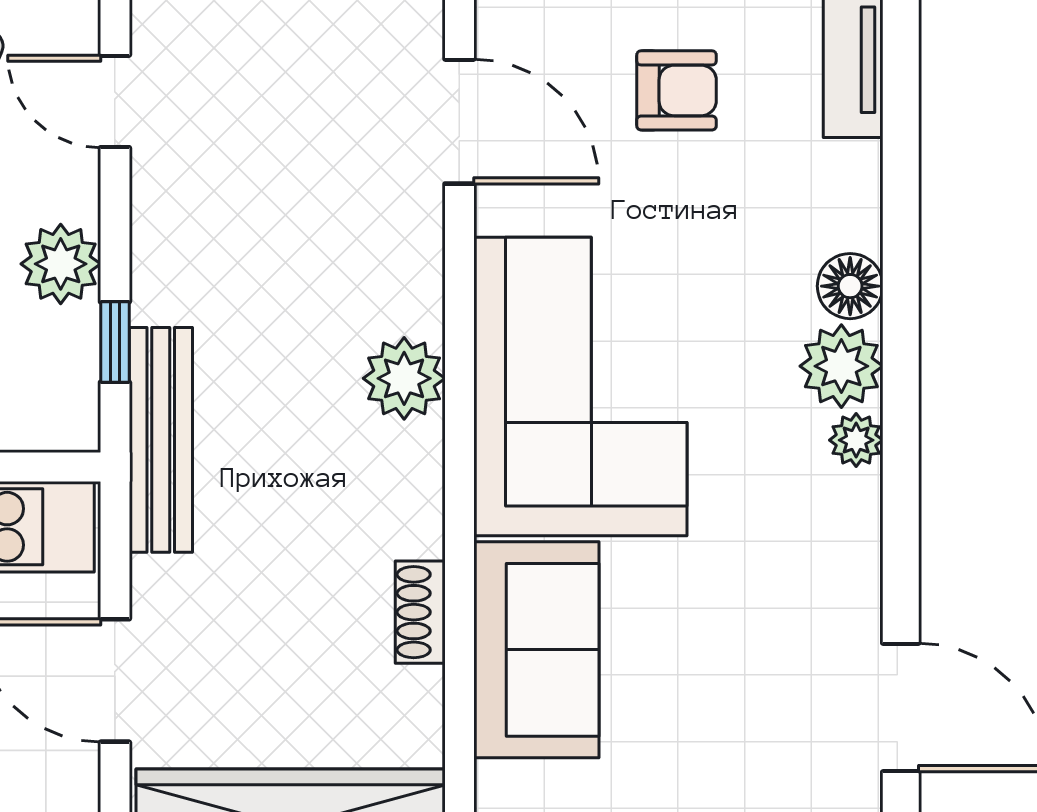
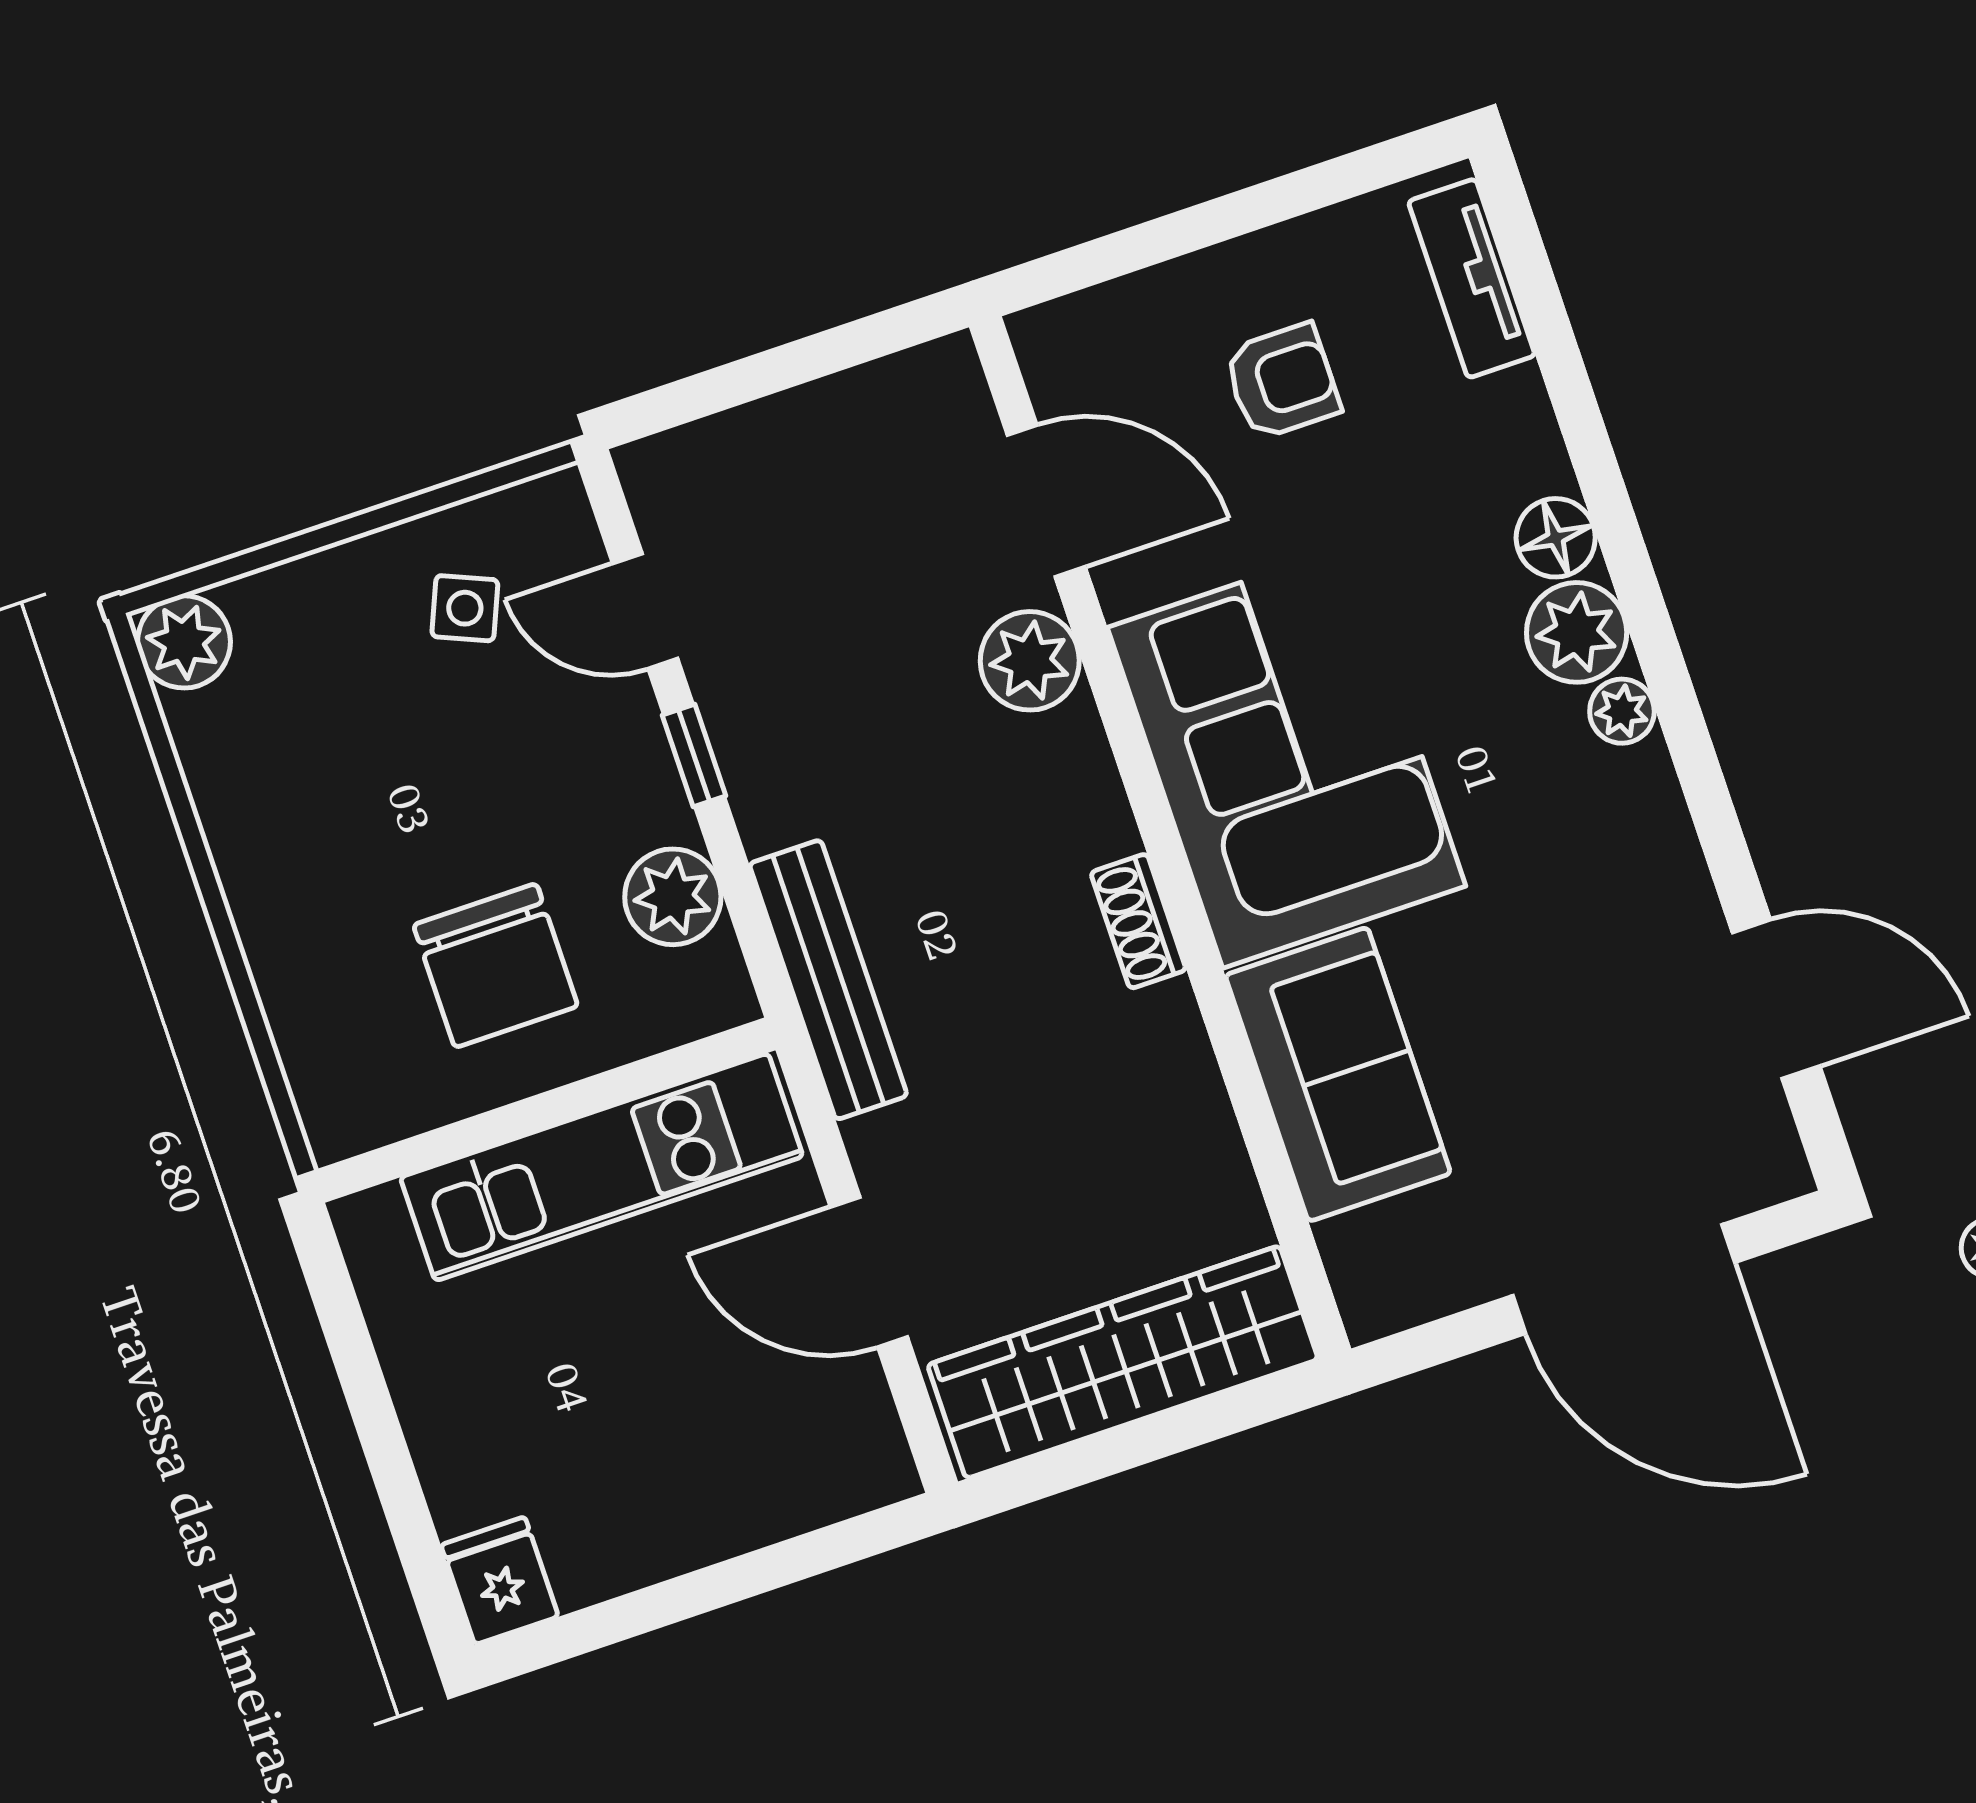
plant: (61, 264) -> (673, 897), moved
window: (115, 342) -> (694, 755), moved
plant: (404, 378) -> (1030, 661), moved
shoe rack: (420, 612) -> (1138, 921), moved

